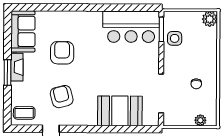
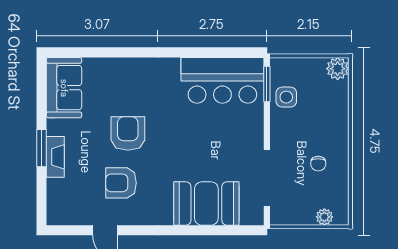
armchair: (62, 53) -> (128, 134), moved
fireplace: (17, 67) -> (55, 157), moved
armchair: (62, 97) -> (121, 183), turned -75
coffee table: (24, 113) -> (66, 207), removed

